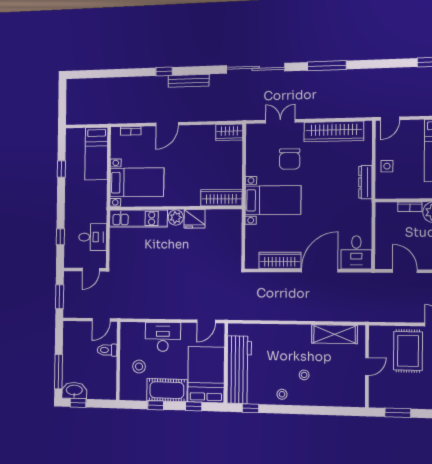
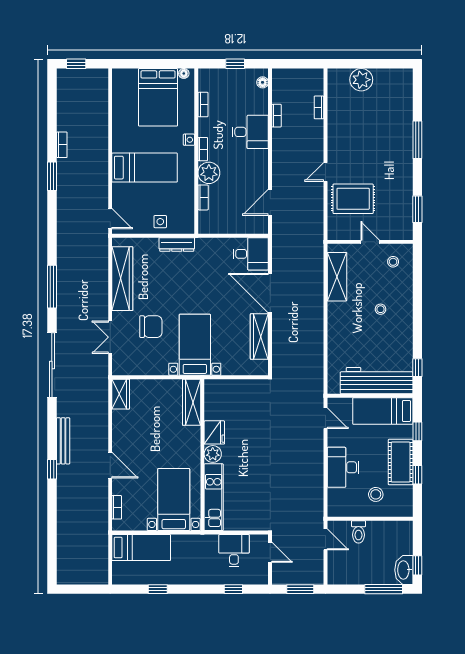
bed: (206, 375) -> (383, 411), width x0.67
stool: (282, 394) -> (393, 262), moved

